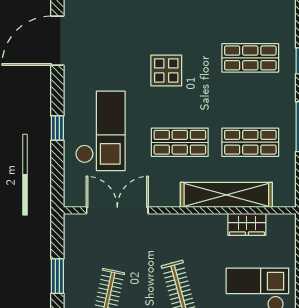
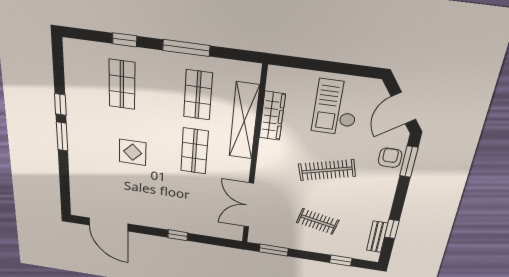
checkout: (100, 131) -> (182, 207), removed
wardrobe: (247, 224) -> (272, 116), width x1.50
window: (57, 276) -> (274, 250), moved

